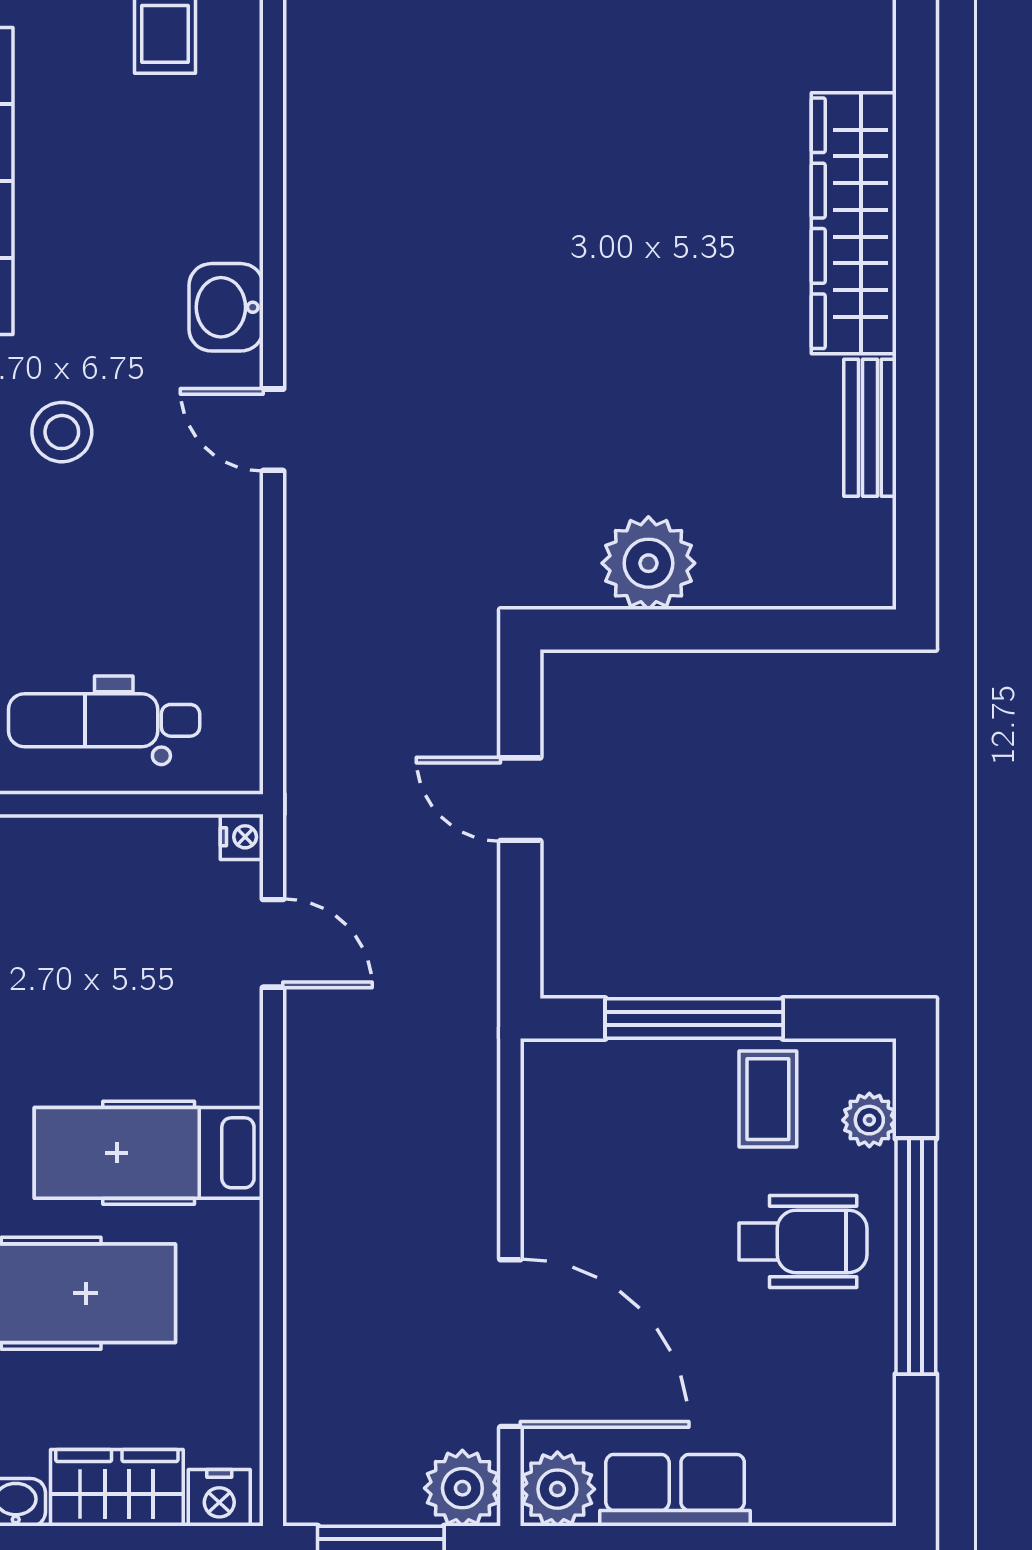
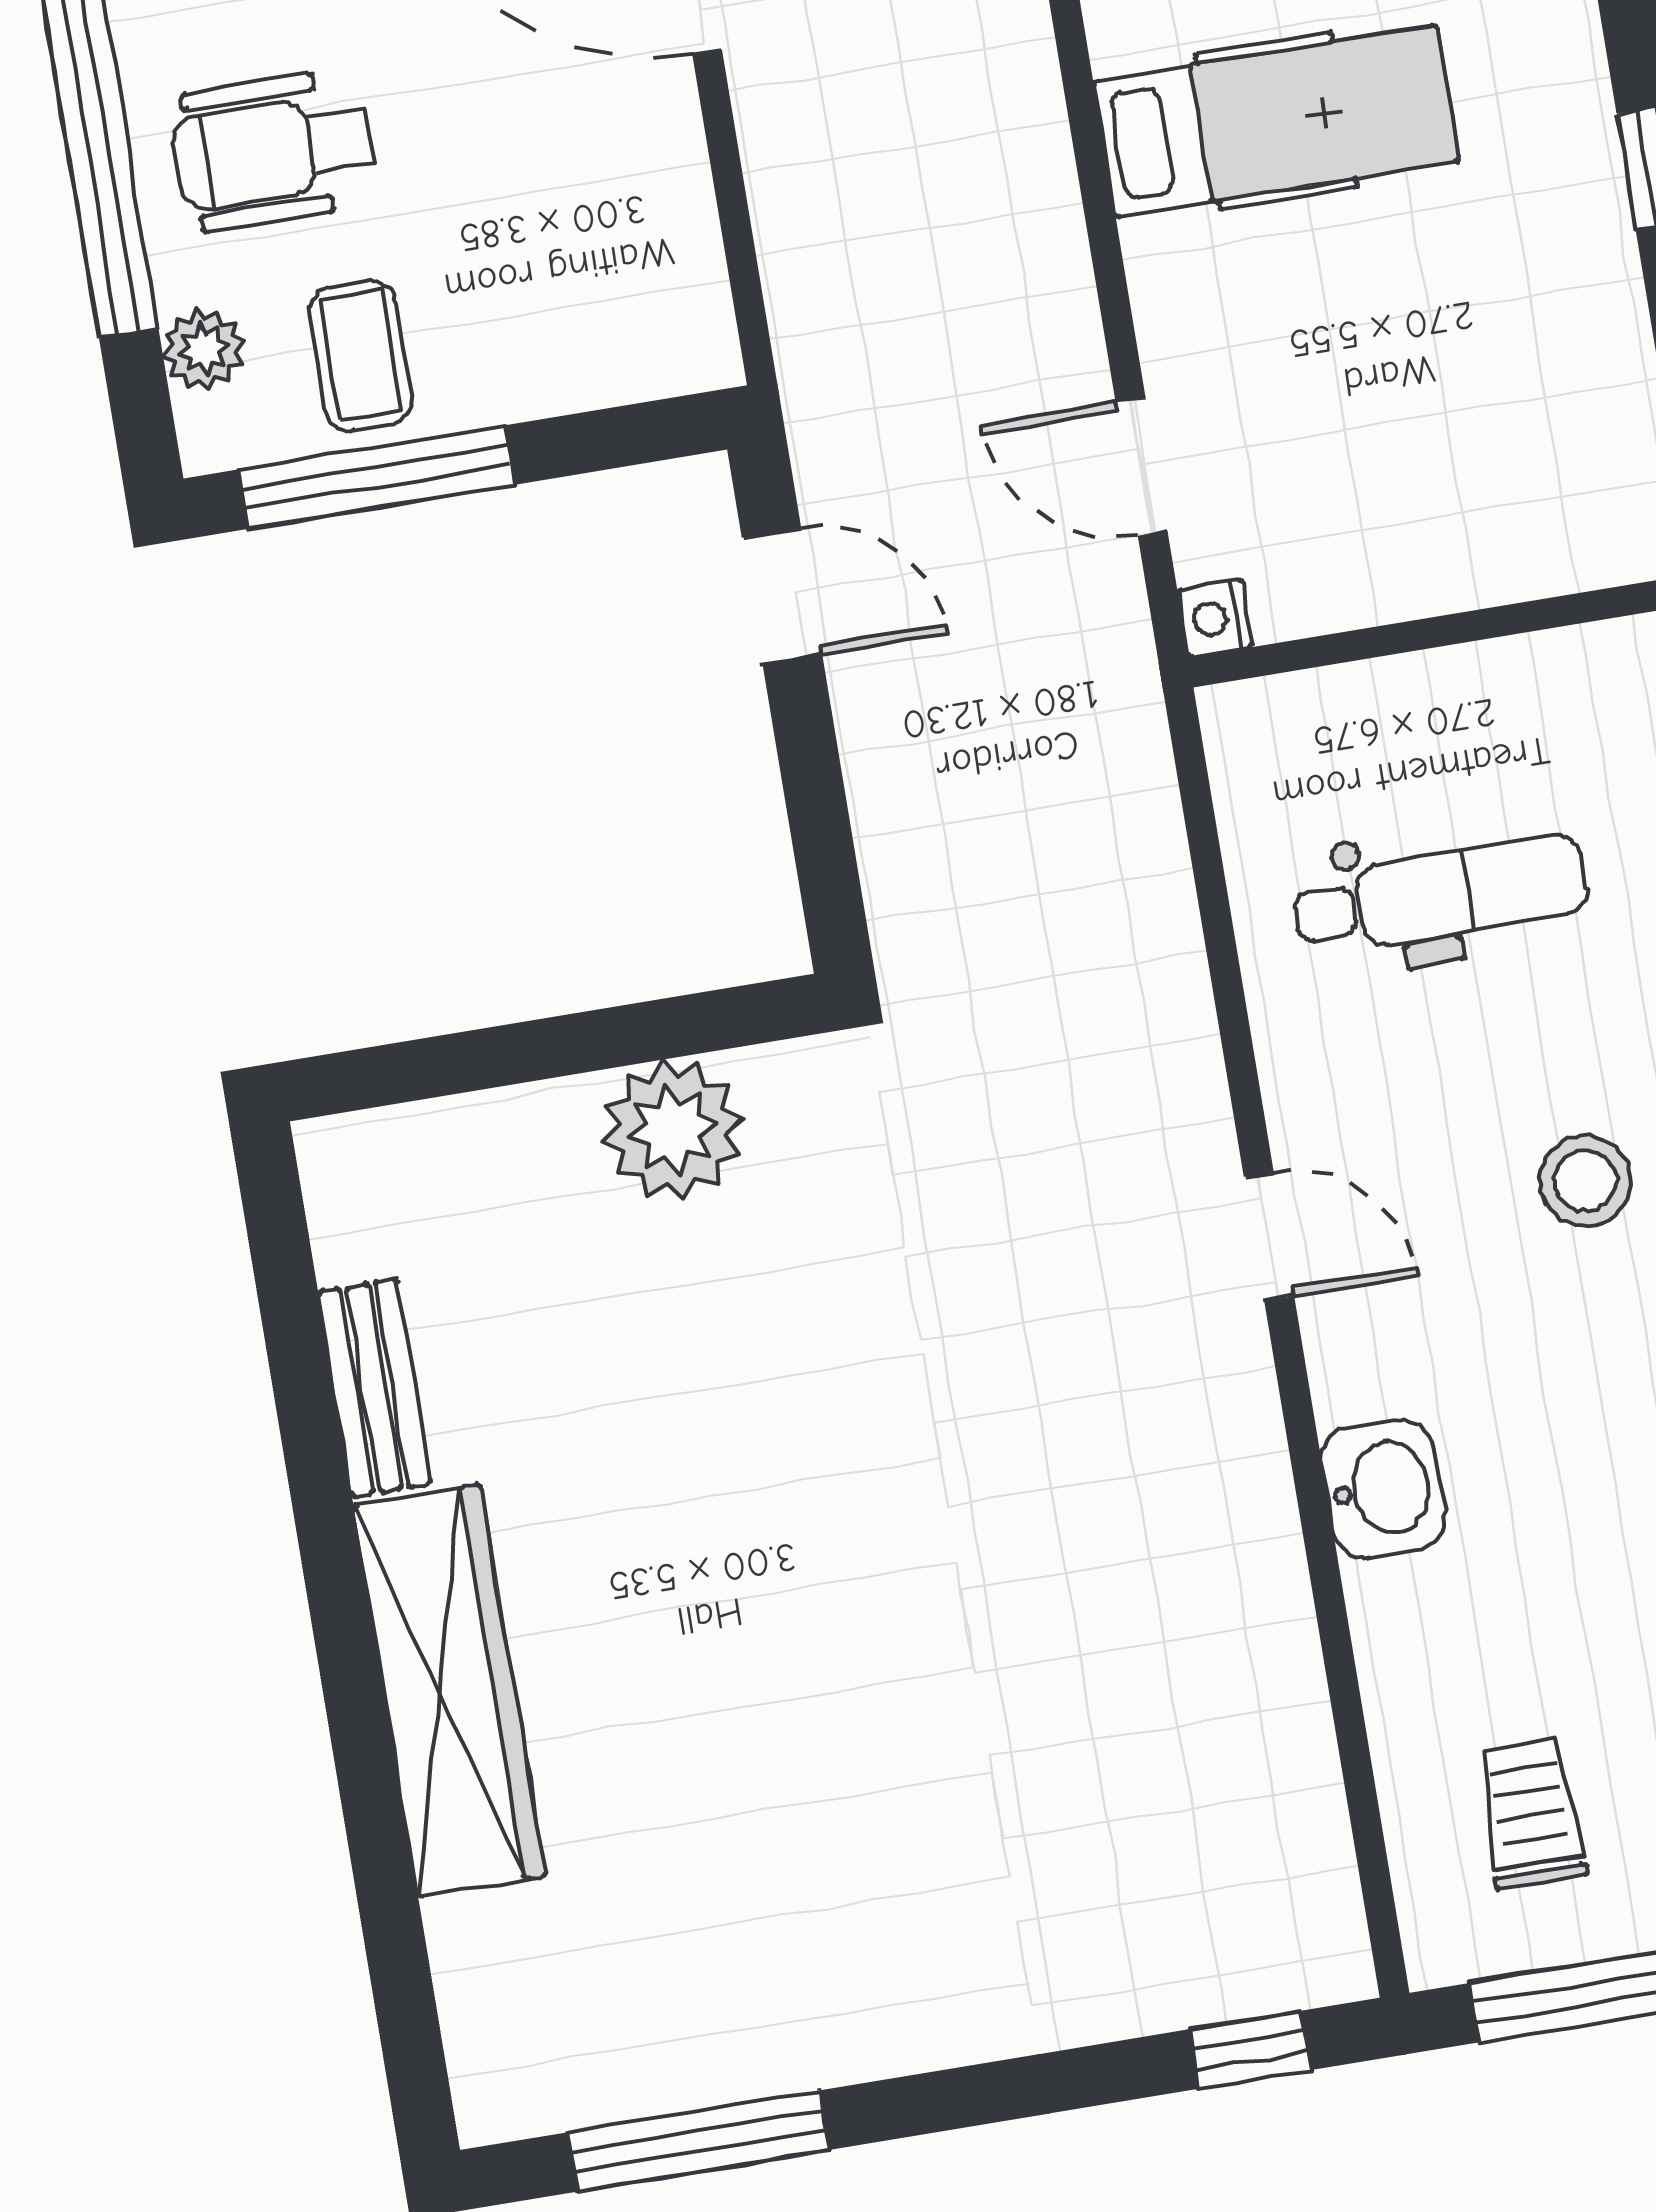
washbasin: (226, 307) -> (1383, 1489), moved
dental chair: (104, 720) -> (1440, 895), moved
door: (520, 799) -> (782, 596), moved
window: (694, 1019) -> (376, 477), moved

